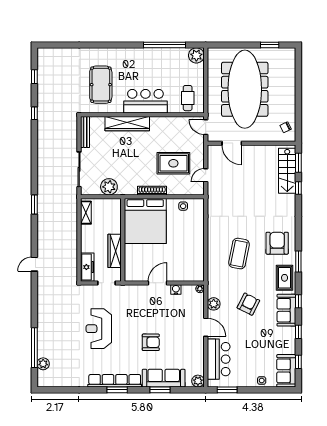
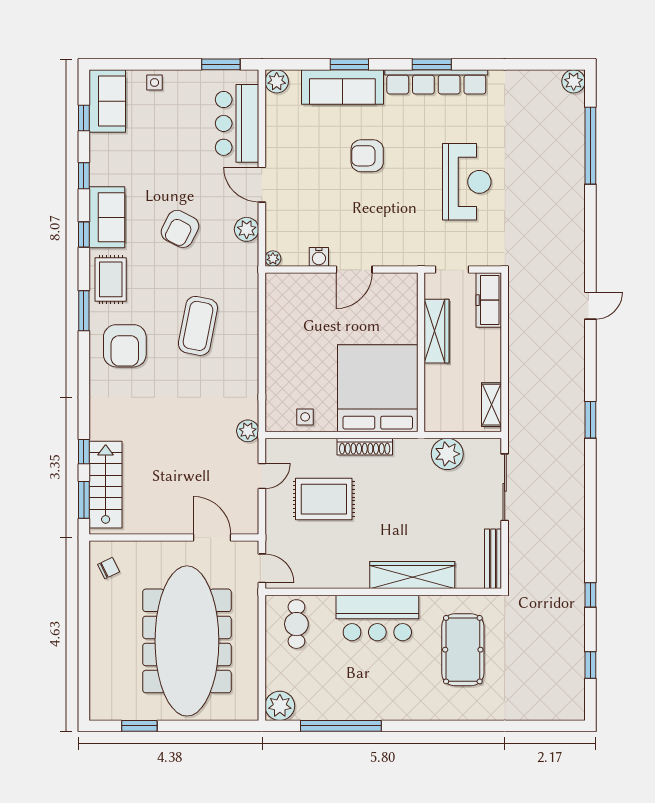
plant: (213, 199) -> (248, 431), added
plant: (43, 364) -> (574, 81), moved

